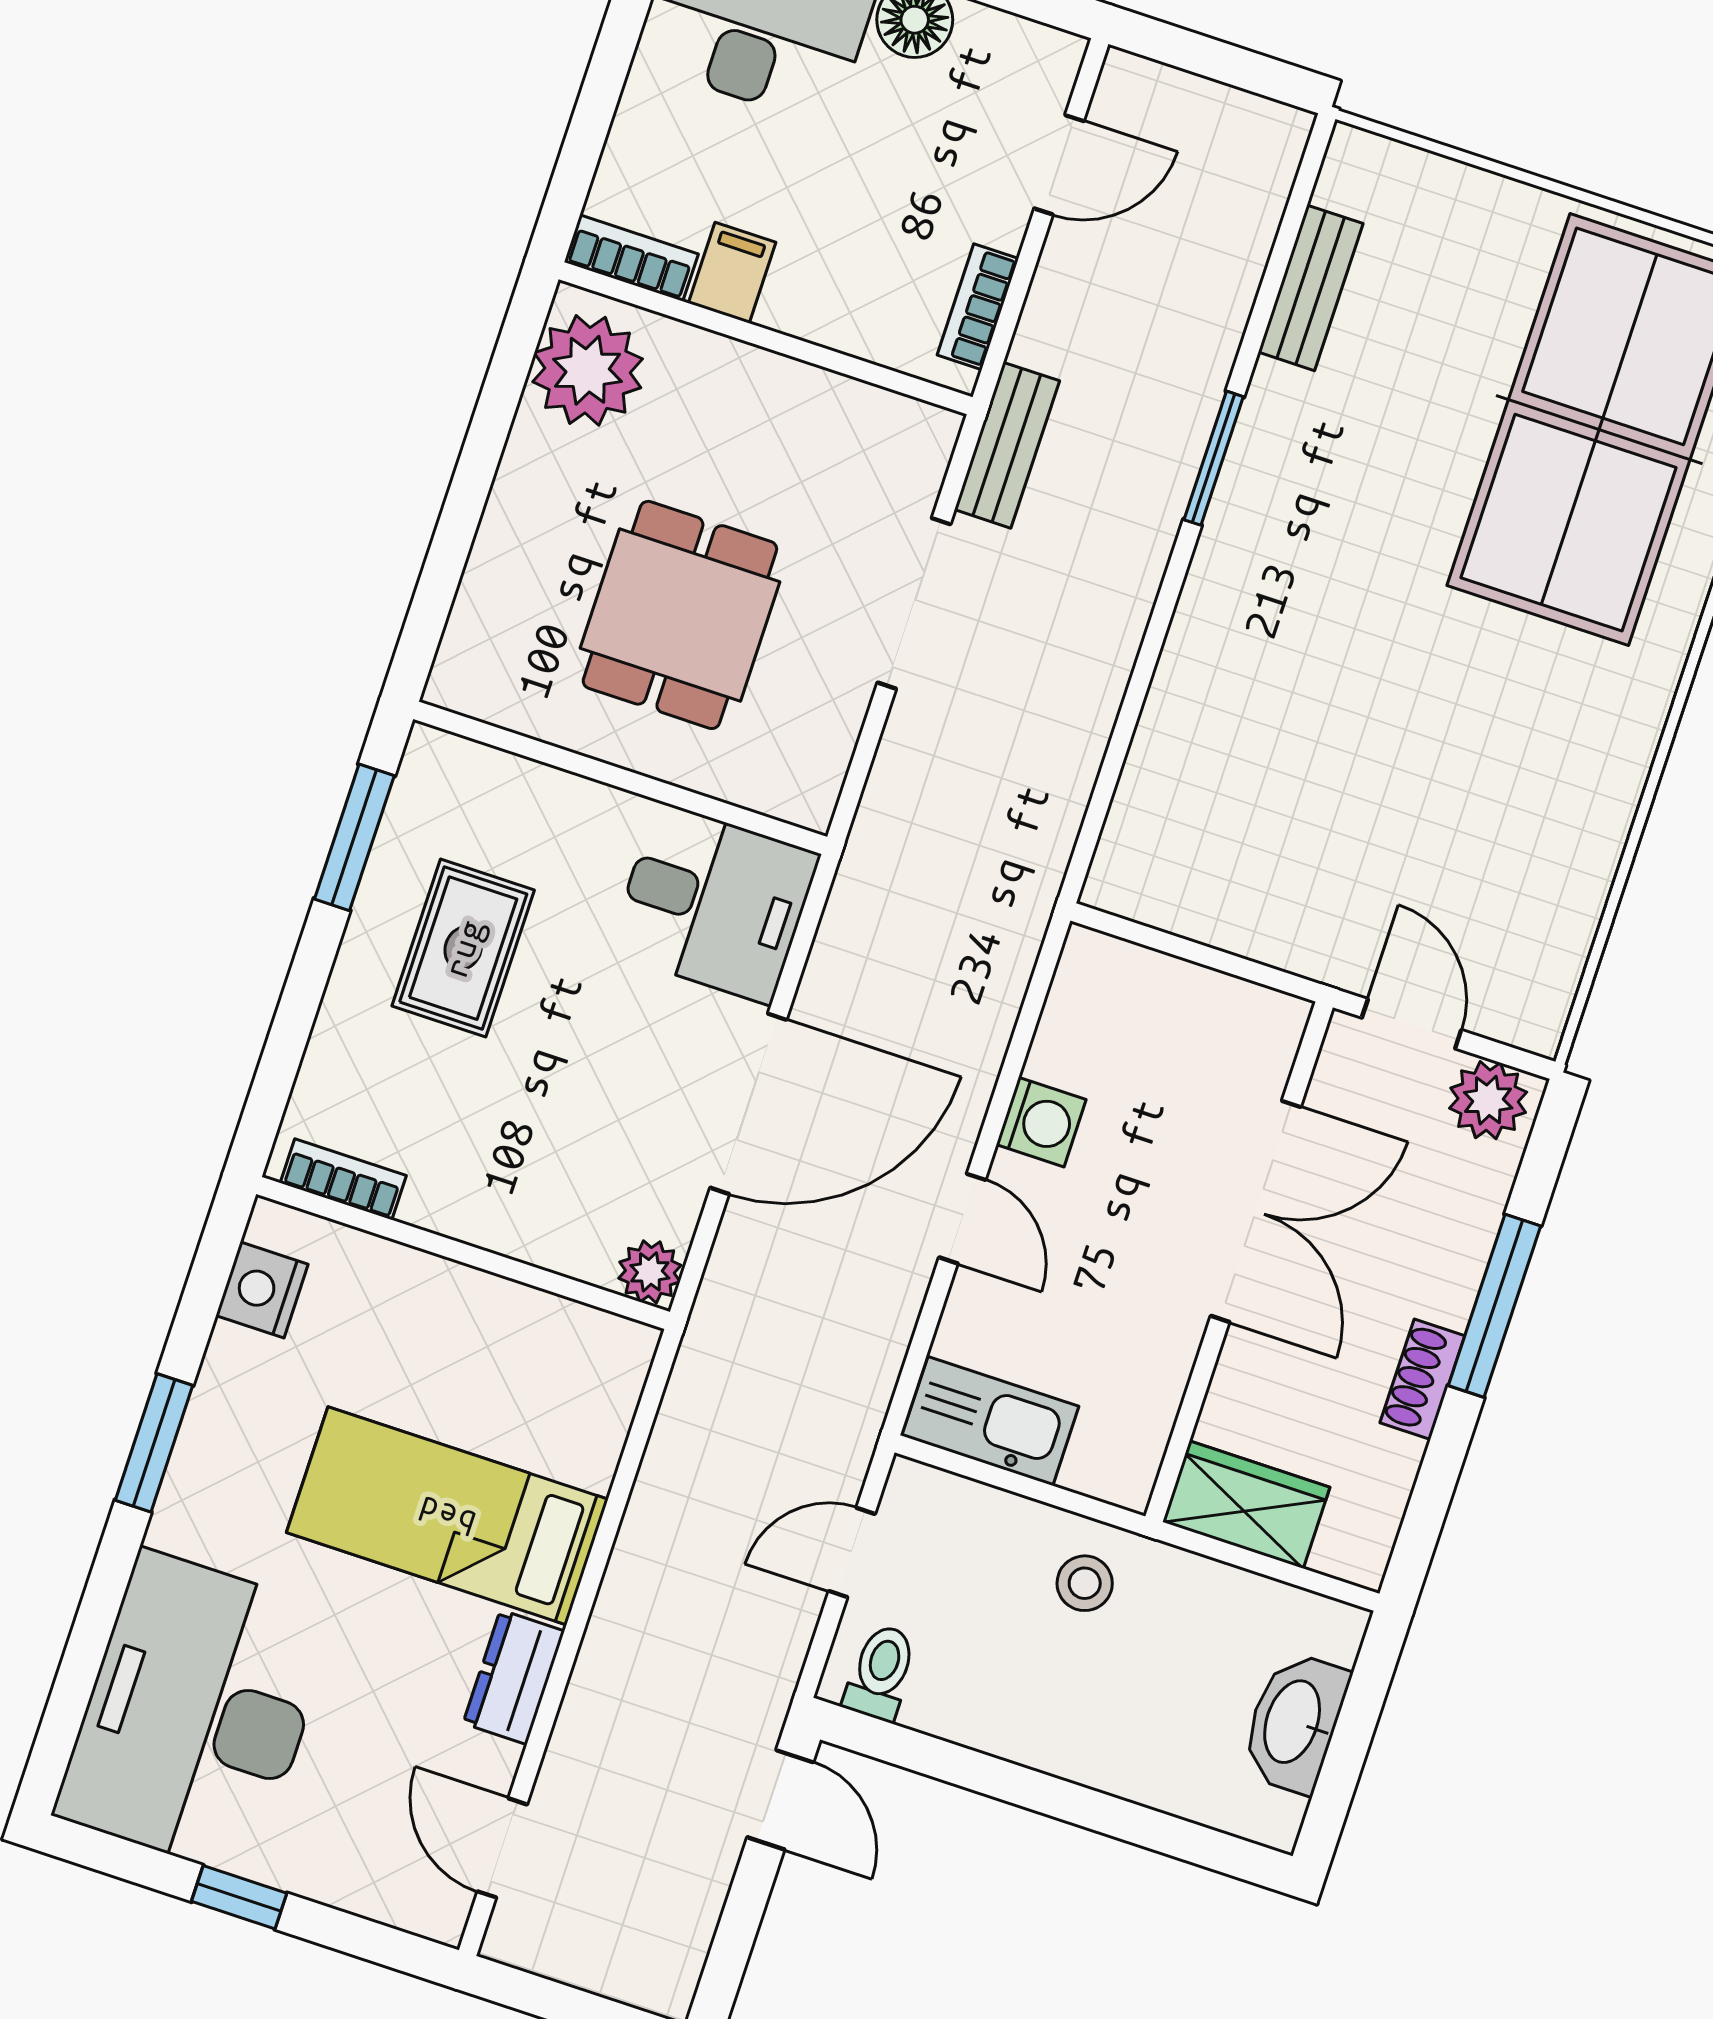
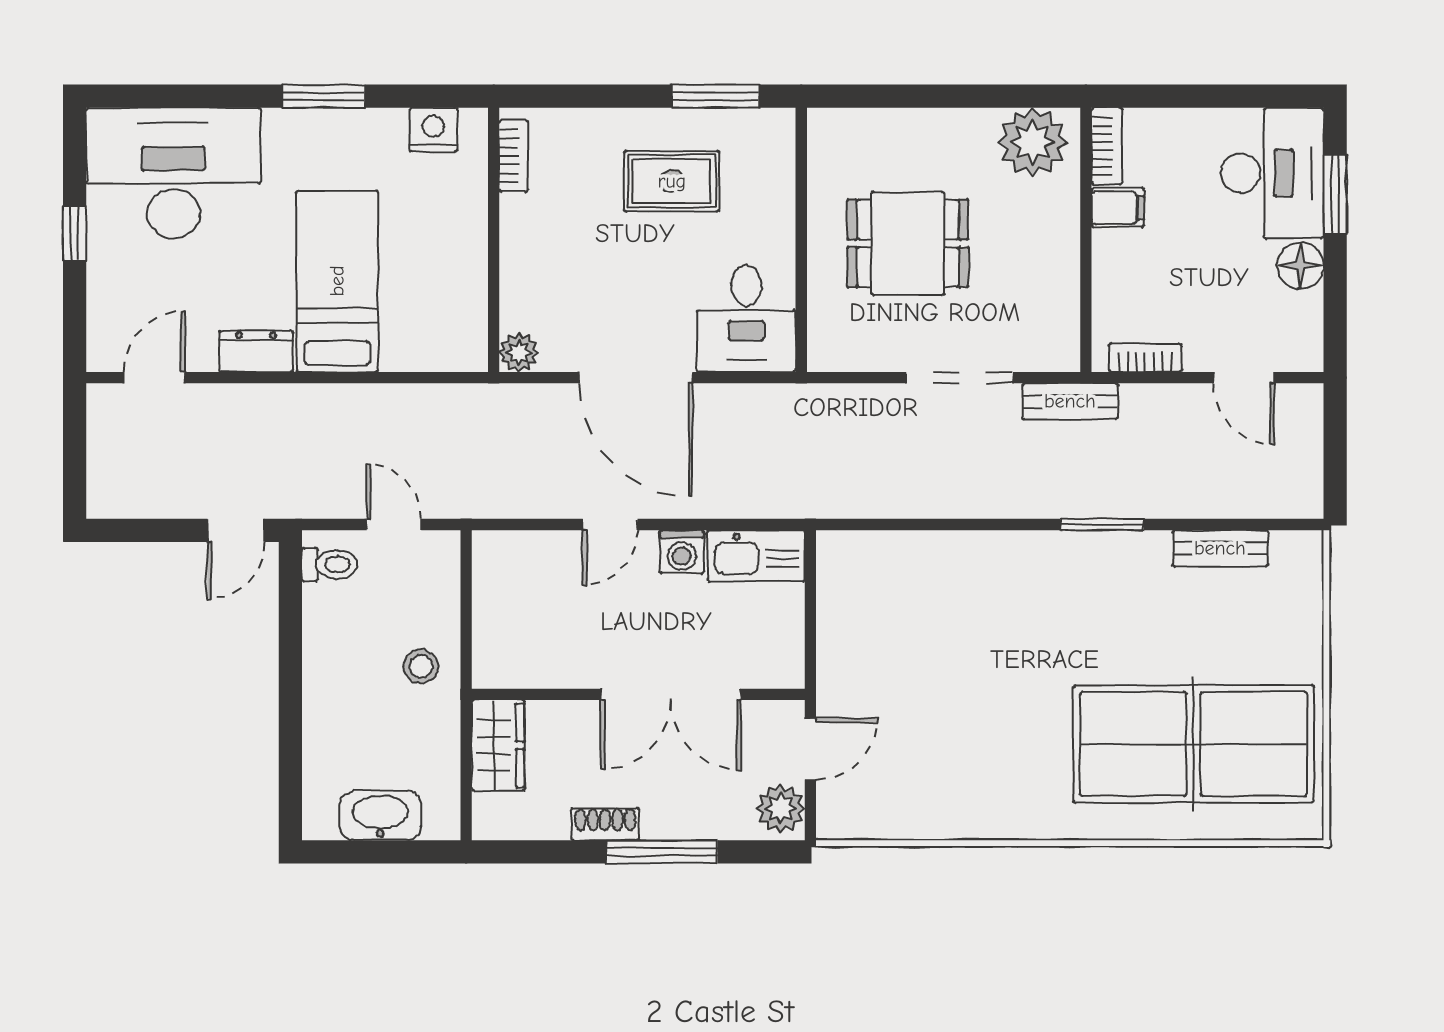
kitchen sink: (990, 1421) -> (756, 556), moved, turned 90

